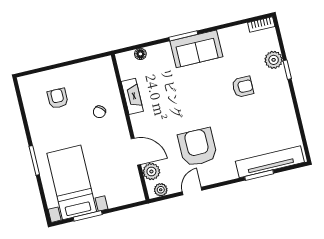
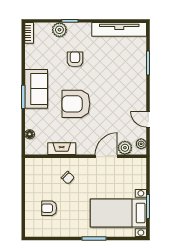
armchair: (198, 147) -> (76, 104), moved
tv unit: (270, 162) -> (119, 29), moved, turned -90

